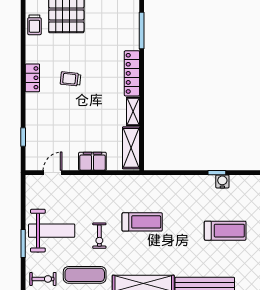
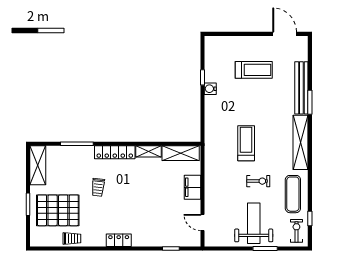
trolley: (71, 79) -> (98, 187), moved
water cooler: (222, 181) -> (210, 89), moved
treadmill: (225, 231) -> (254, 70), turned 90

